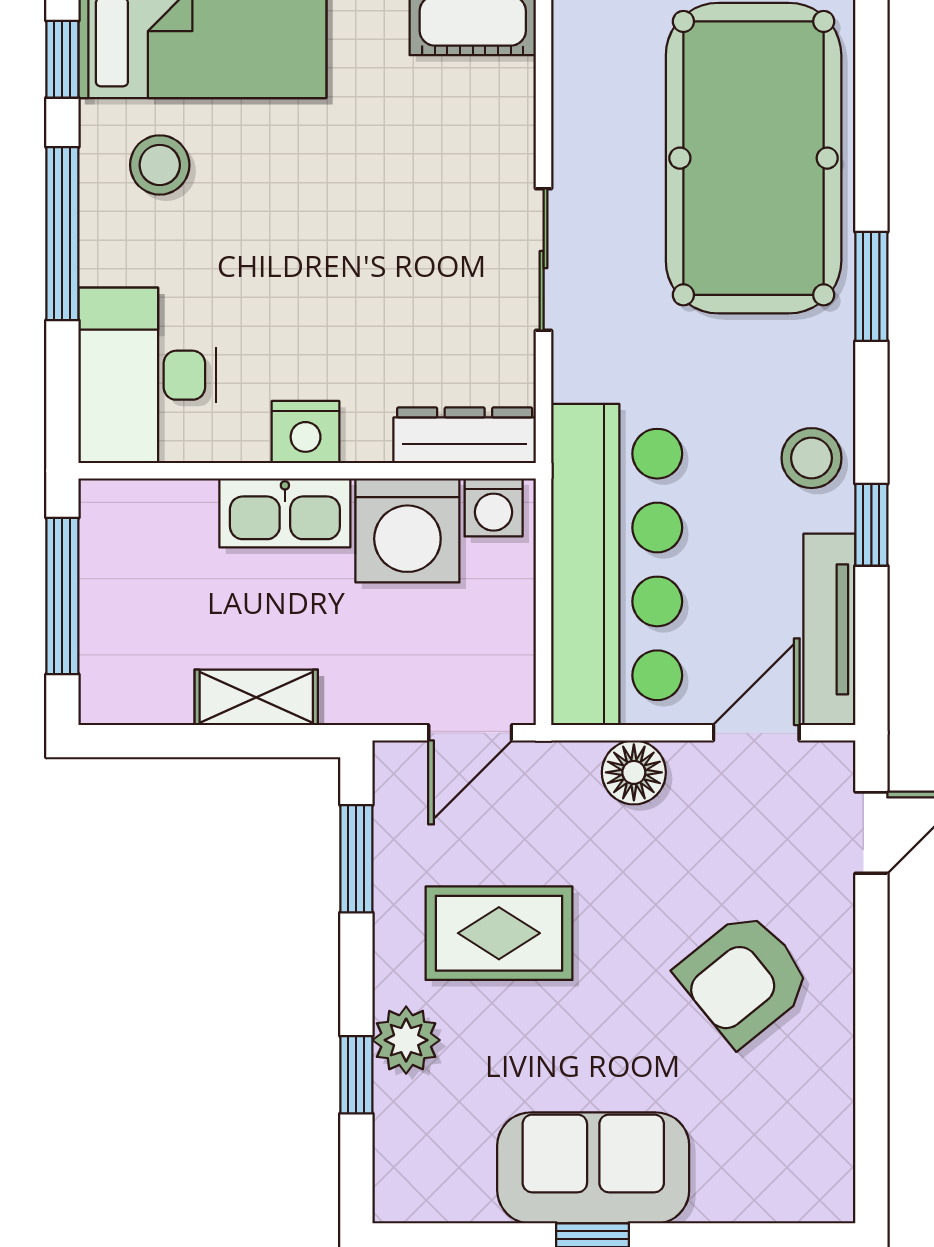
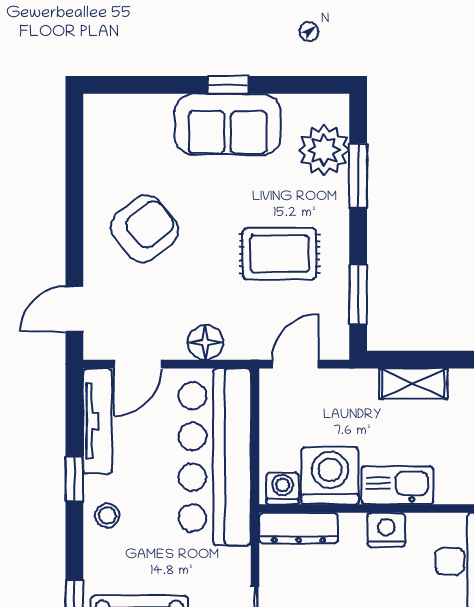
stool: (811, 458) -> (107, 516), width x0.73, depth x0.73
plant: (406, 1040) -> (324, 150), moved, width x1.36, depth x1.36
window: (356, 1075) -> (358, 176), width x1.50

